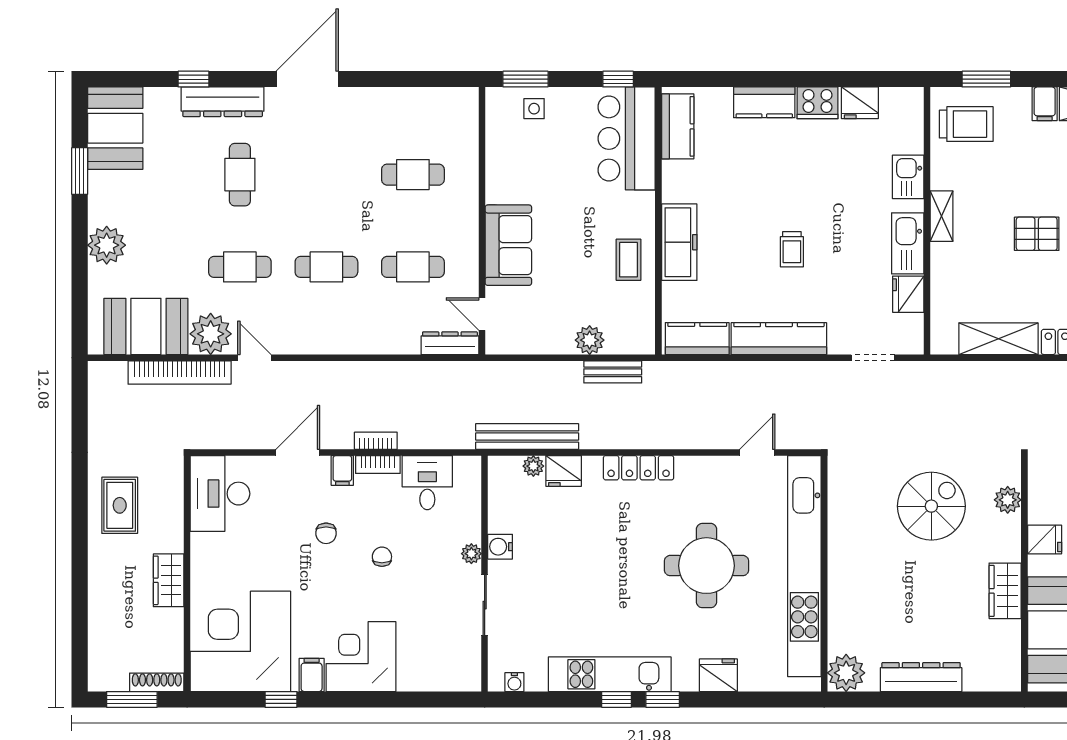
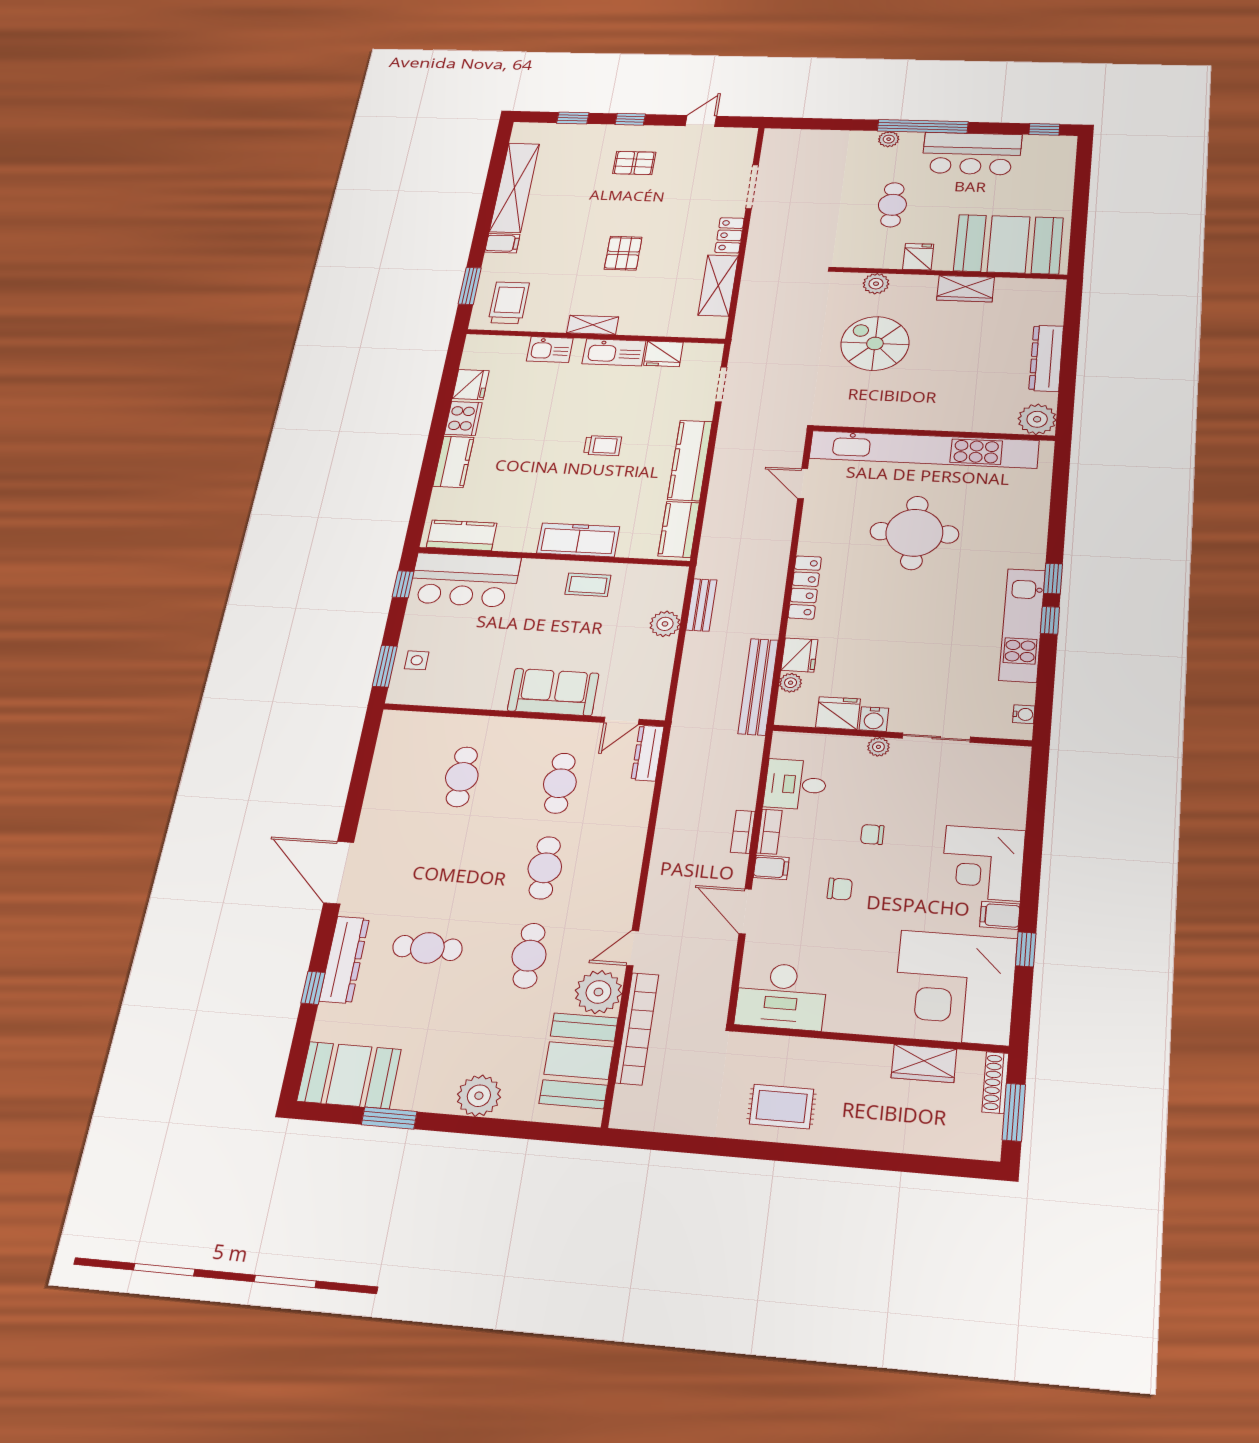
wardrobe: (169, 580) -> (924, 1064), moved
fridge: (718, 675) -> (838, 713), moved, turned 90

